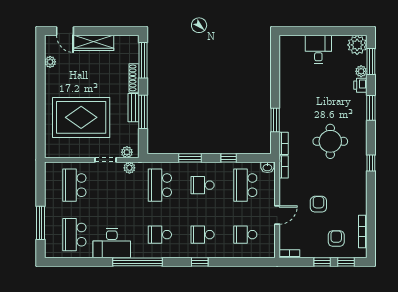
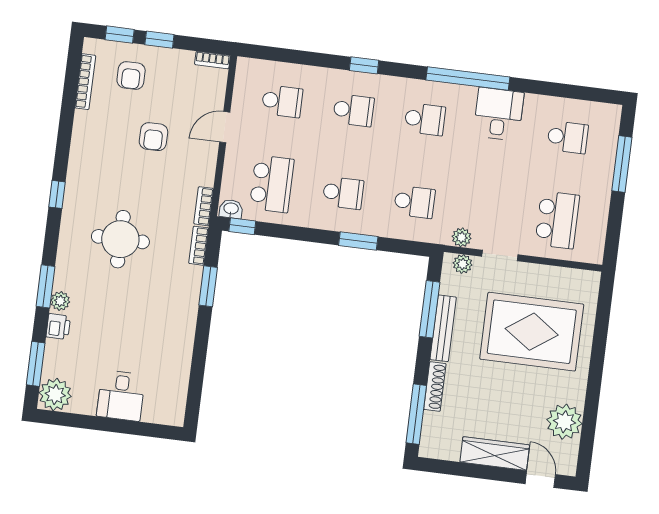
plant: (50, 62) -> (564, 422), width x1.88, depth x1.88
plant: (361, 71) -> (60, 301), moved
bench: (133, 108) -> (443, 328), width x1.36
window: (143, 112) -> (430, 309), moved
window: (229, 158) -> (242, 226), moved
school desk: (160, 185) -> (414, 202), width x0.54
school desk: (74, 235) -> (568, 137), width x0.54
desk: (112, 243) -> (499, 114), width x0.73

